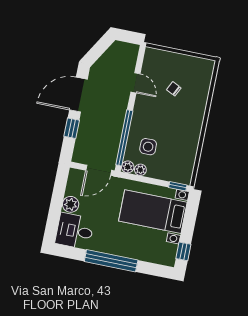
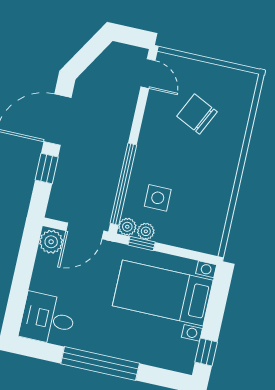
door: (135, 83) -> (148, 74), moved
chair: (174, 89) -> (197, 114), width x1.87, depth x1.87
window: (178, 186) -> (142, 244), moved
plant: (71, 204) -> (51, 242), moved

